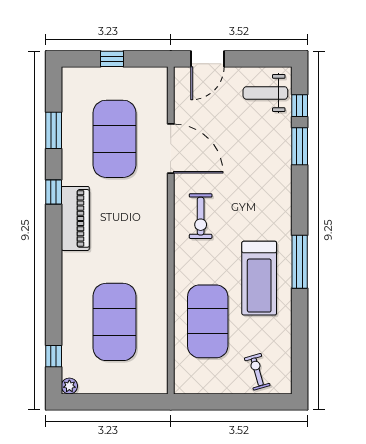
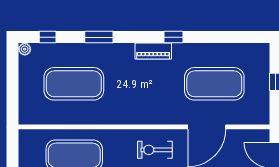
window: (54, 130) -> (99, 37), moved
piano: (75, 218) -> (153, 51), width x0.73, depth x0.75

